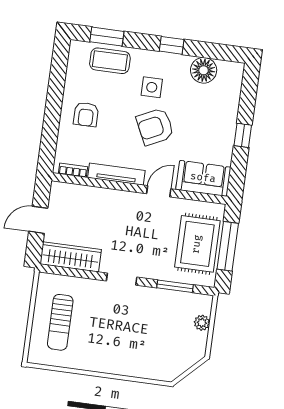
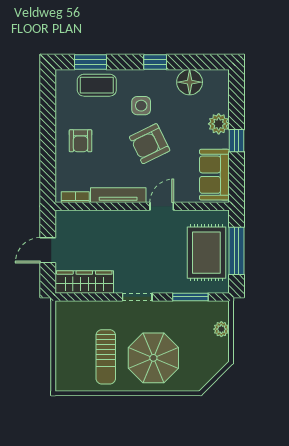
plant: (227, 116) -> (219, 124), added
sofa: (203, 178) -> (214, 175), moved, turned -90
sun lounger: (60, 322) -> (106, 357), moved
parasol: (130, 342) -> (153, 358), added

